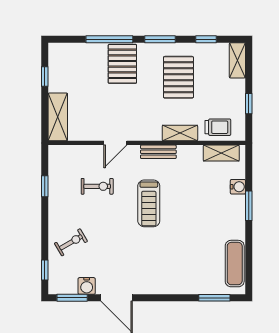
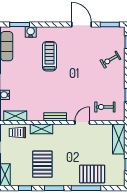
pallet: (122, 64) -> (92, 174), moved, turned 90
exercise bike: (97, 186) -> (105, 107), moved
treadmill: (149, 203) -> (49, 56), moved
water cooler: (87, 286) -> (31, 32), moved

